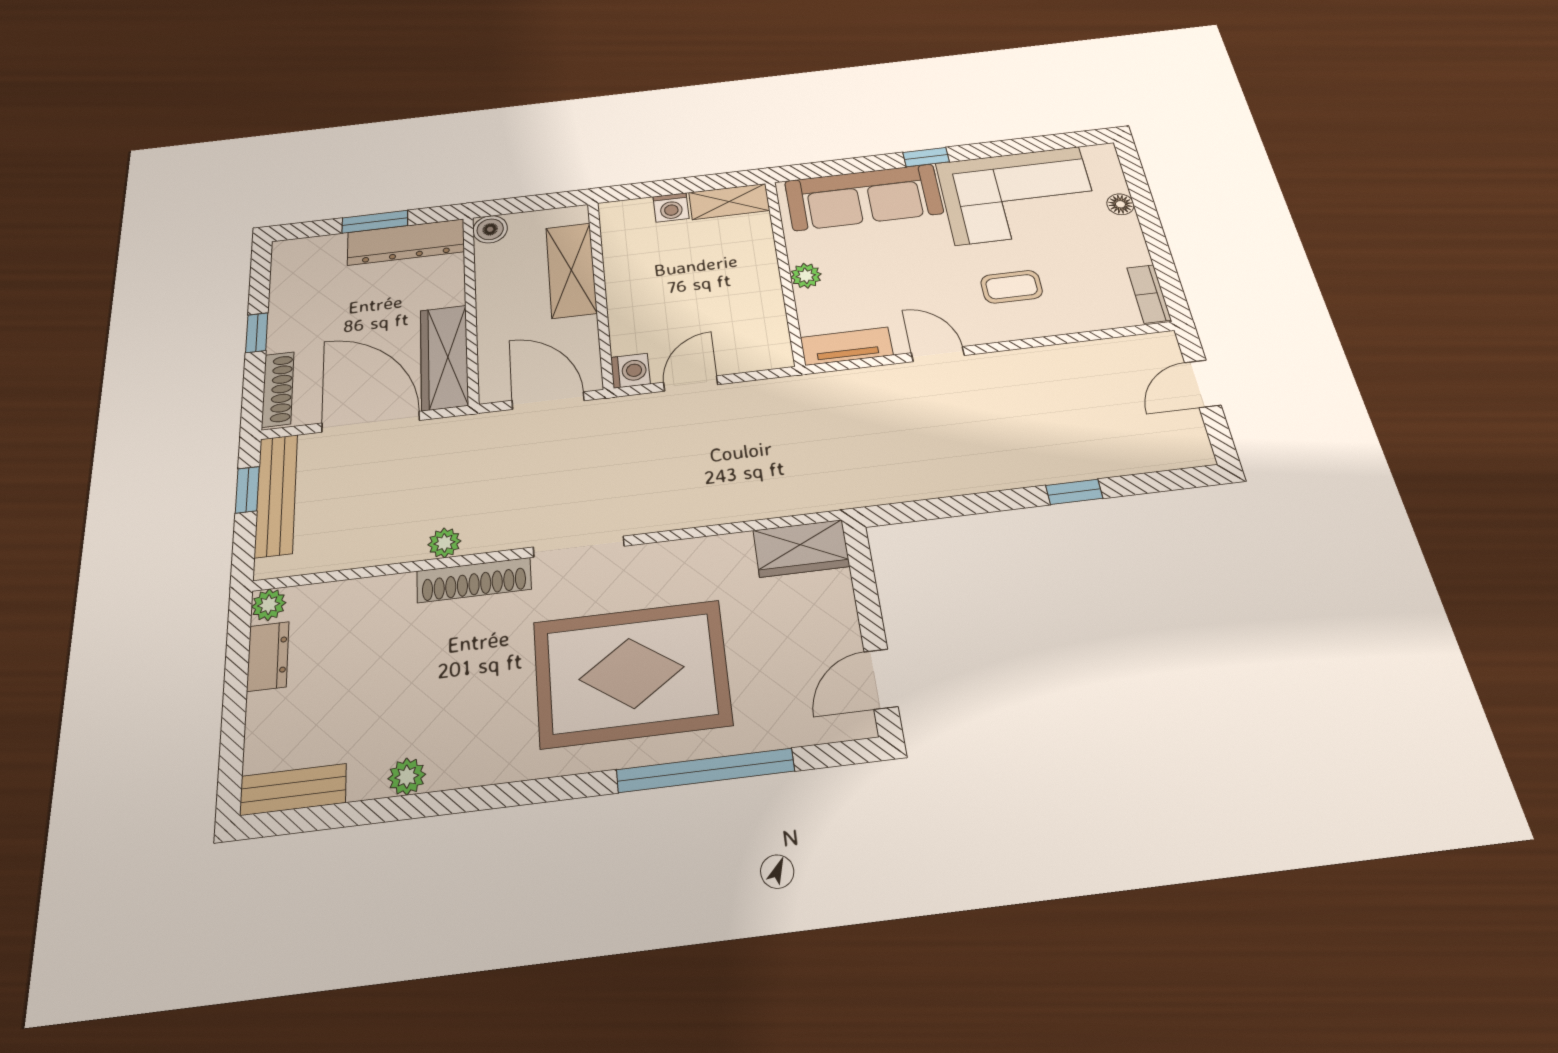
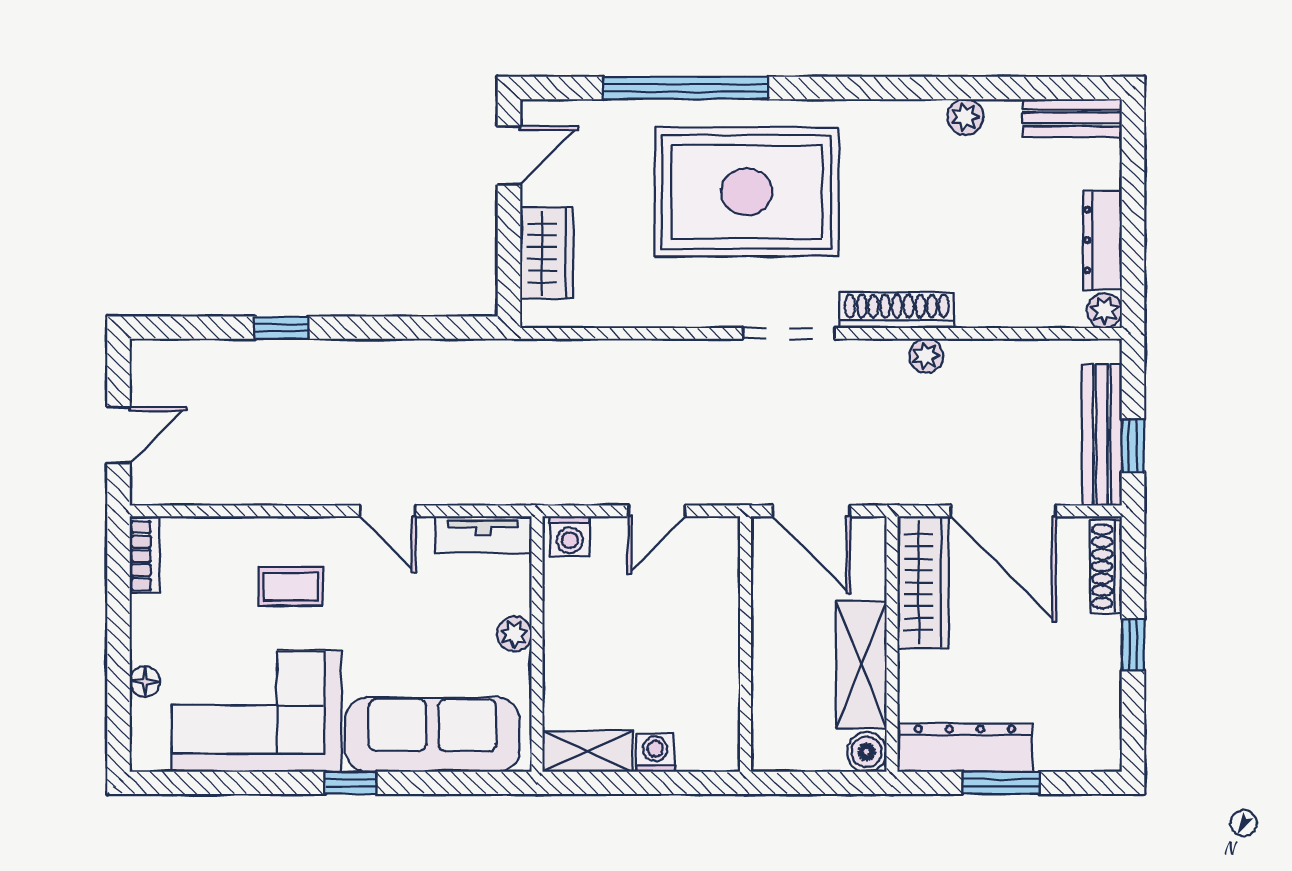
shelving: (571, 270) -> (861, 665), moved
washing machine: (630, 371) -> (570, 536), moved, turned -90
wardrobe: (801, 548) -> (546, 253), moved, turned 90
dresser: (268, 656) -> (1102, 240), width x1.44

